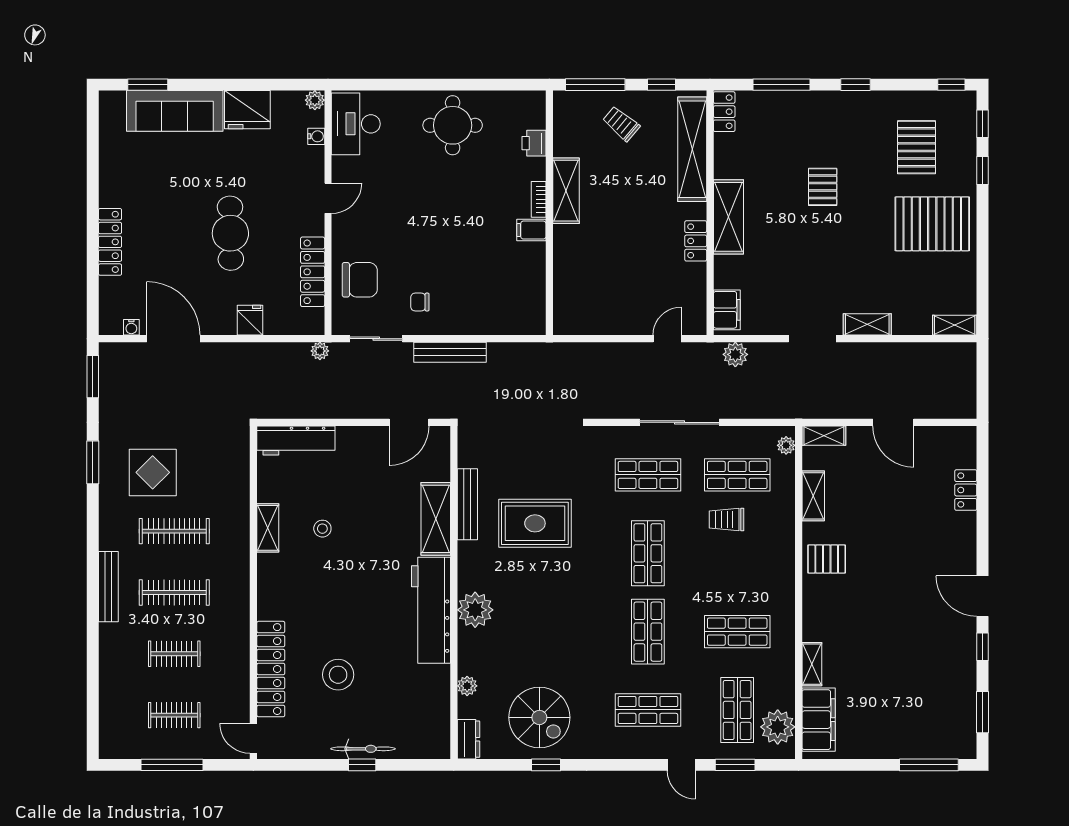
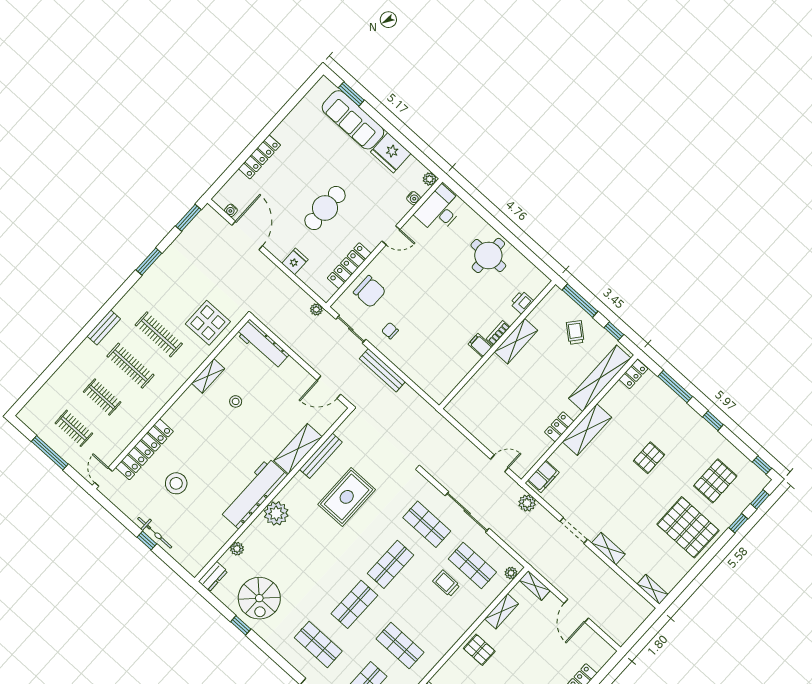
display table: (153, 472) -> (208, 323), moved
rug: (535, 523) -> (347, 497), turned 90
bench: (108, 587) -> (104, 327), width x0.73

